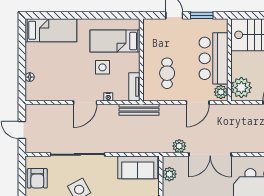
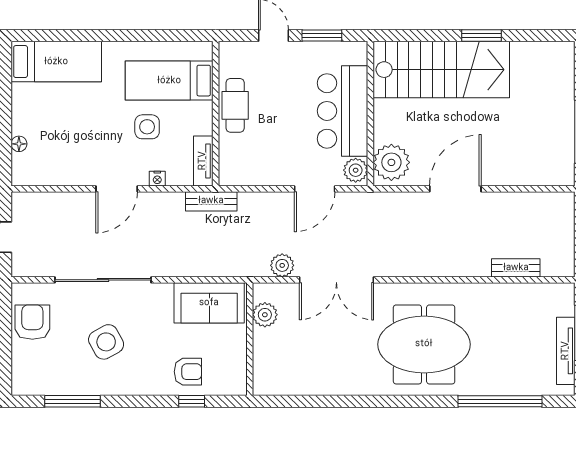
cafe table: (167, 73) -> (235, 105), moved
bench: (139, 110) -> (211, 201), width x0.73
armchair: (37, 178) -> (32, 322), turned 180

